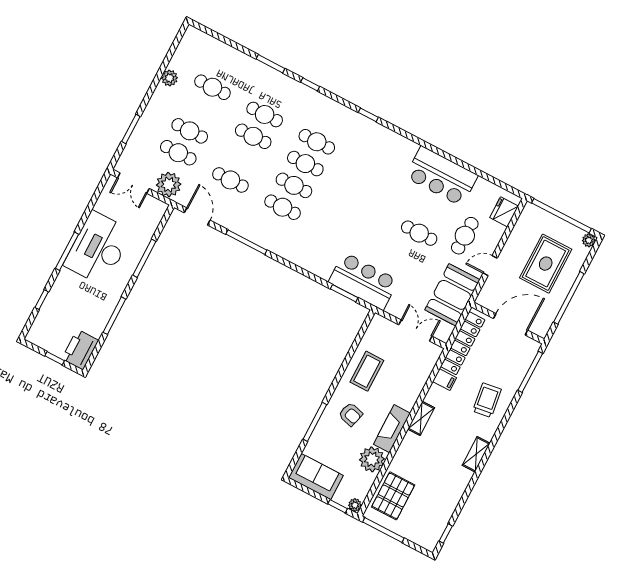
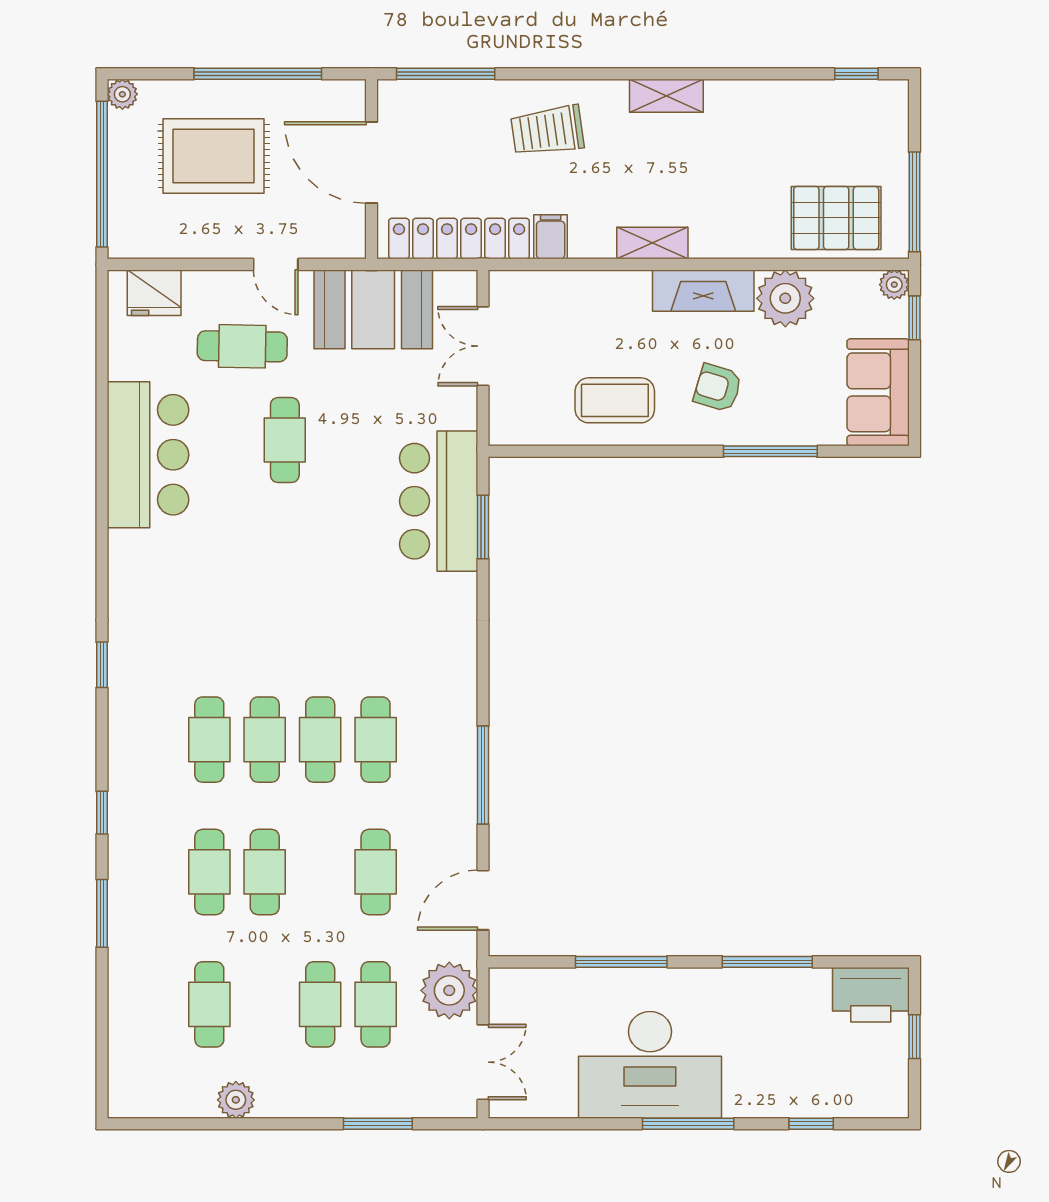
armchair: (351, 414) -> (718, 388), turned -88

